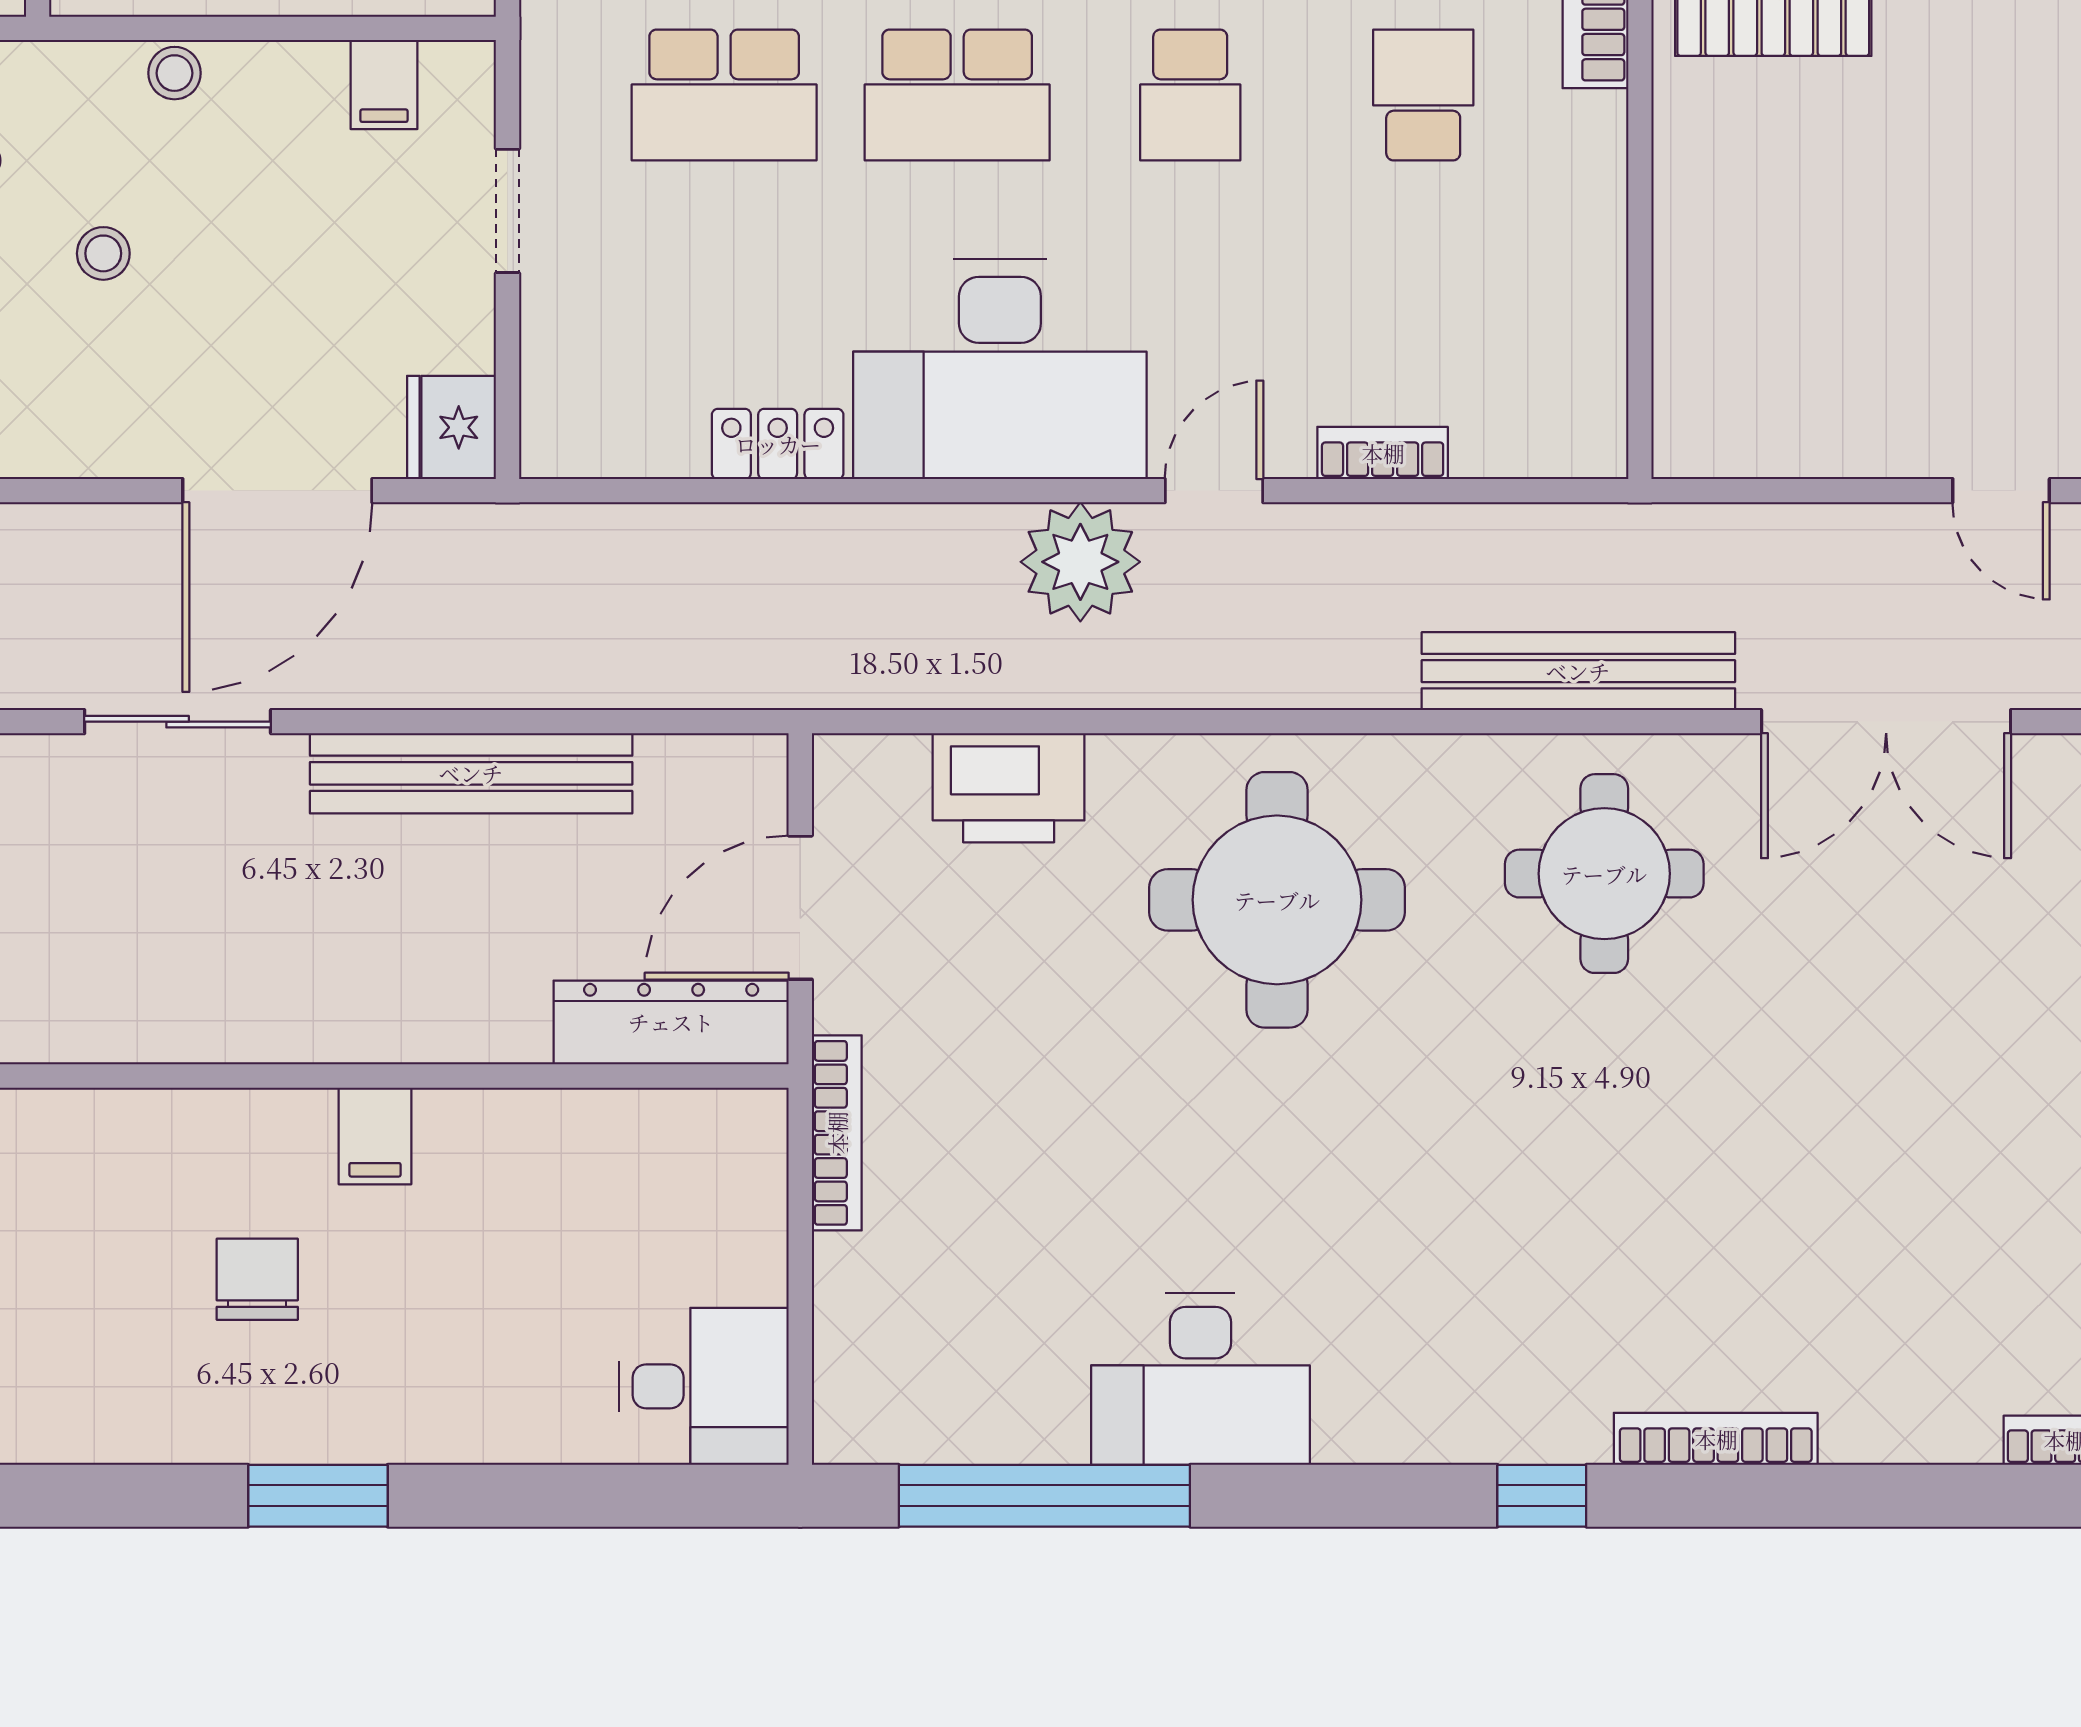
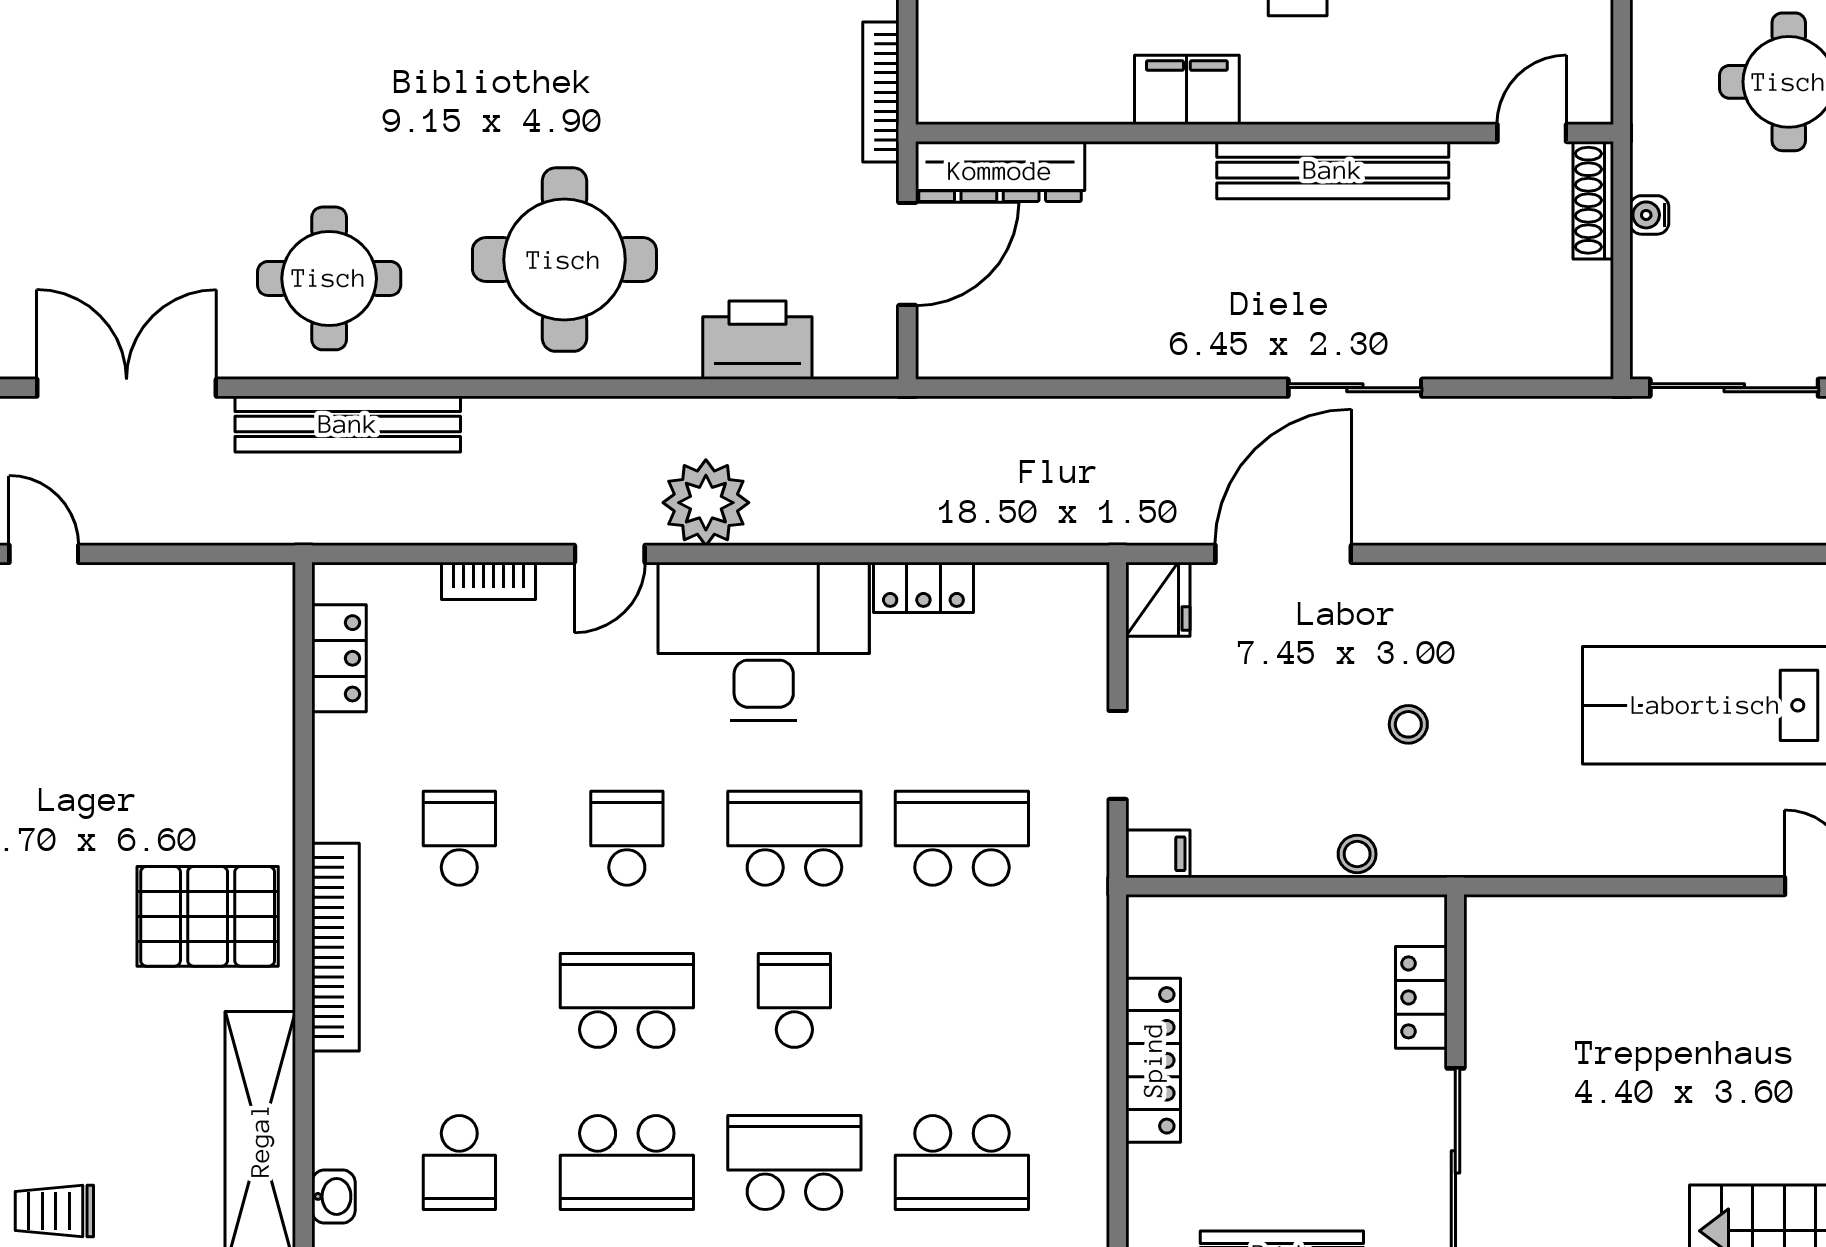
filing cabinet: (384, 85) -> (1158, 854), moved, turned 90
school desk: (1423, 95) -> (459, 838), turned 180
locker: (1591, 345) -> (339, 658), added
bench: (471, 773) -> (1333, 170), moved
filing cabinet: (375, 1136) -> (1187, 90), width x2.00

